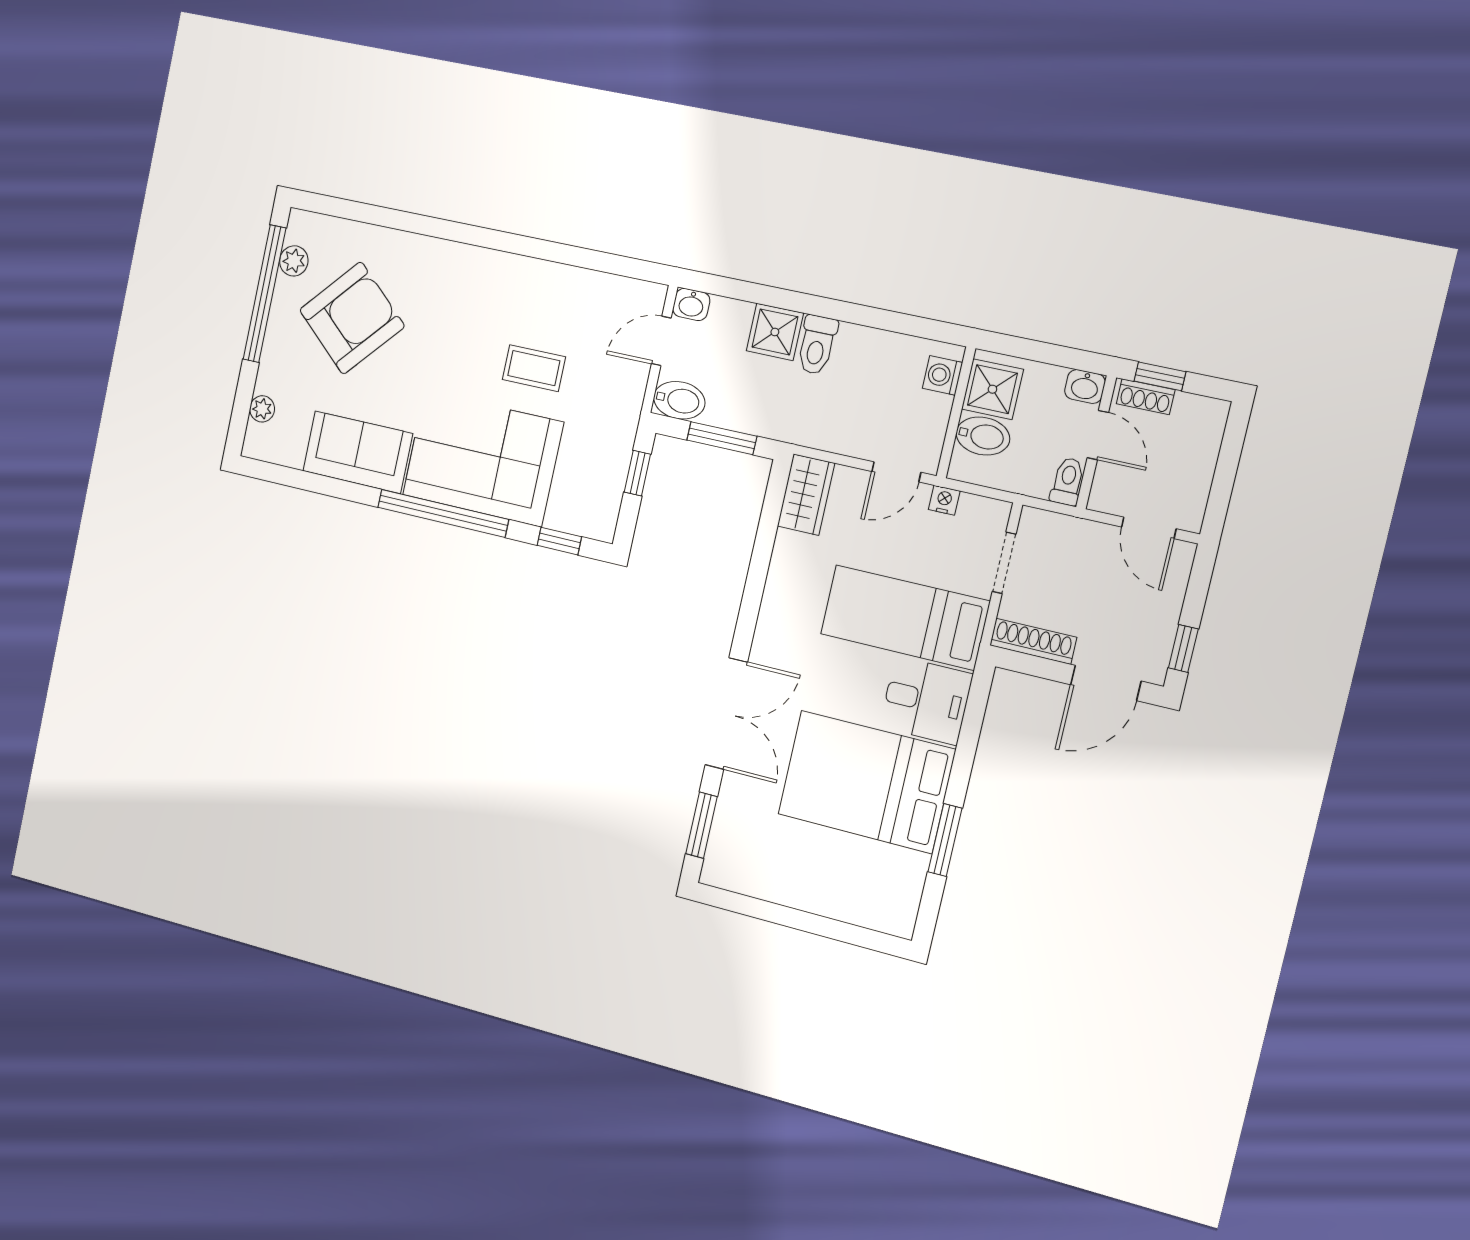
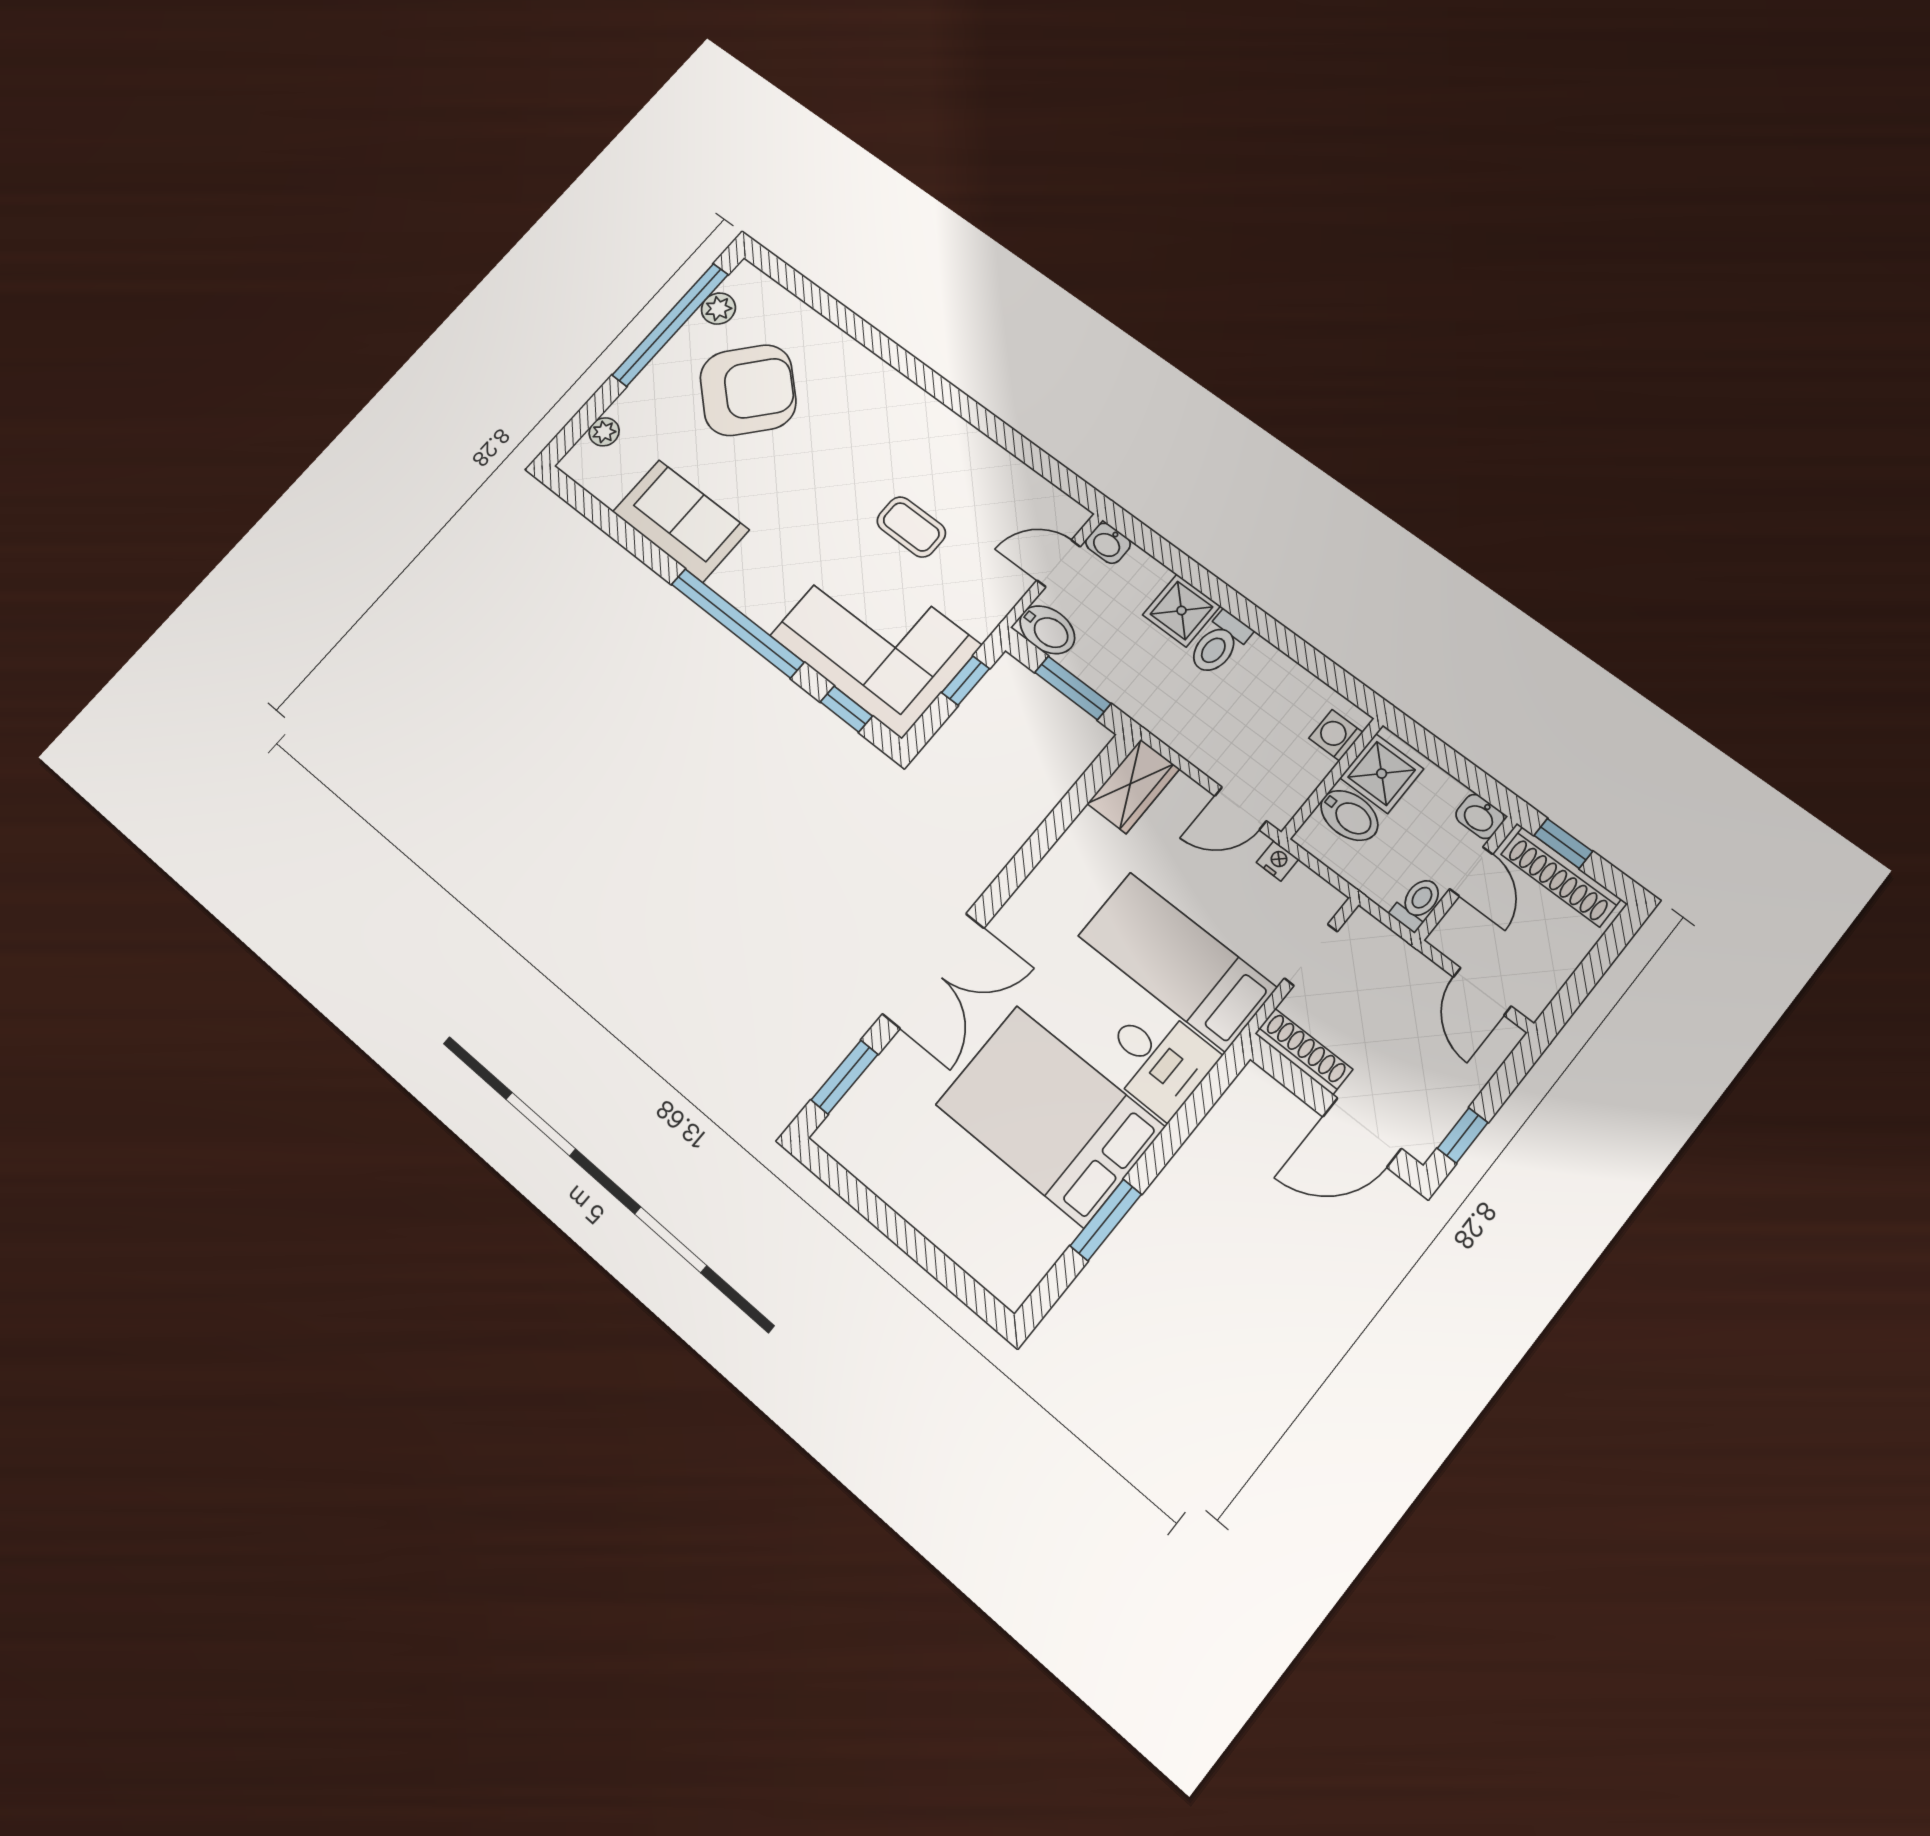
shoe rack: (1146, 397) -> (1561, 877), width x1.94, depth x1.24
corner sofa: (483, 459) -> (875, 640), moved

